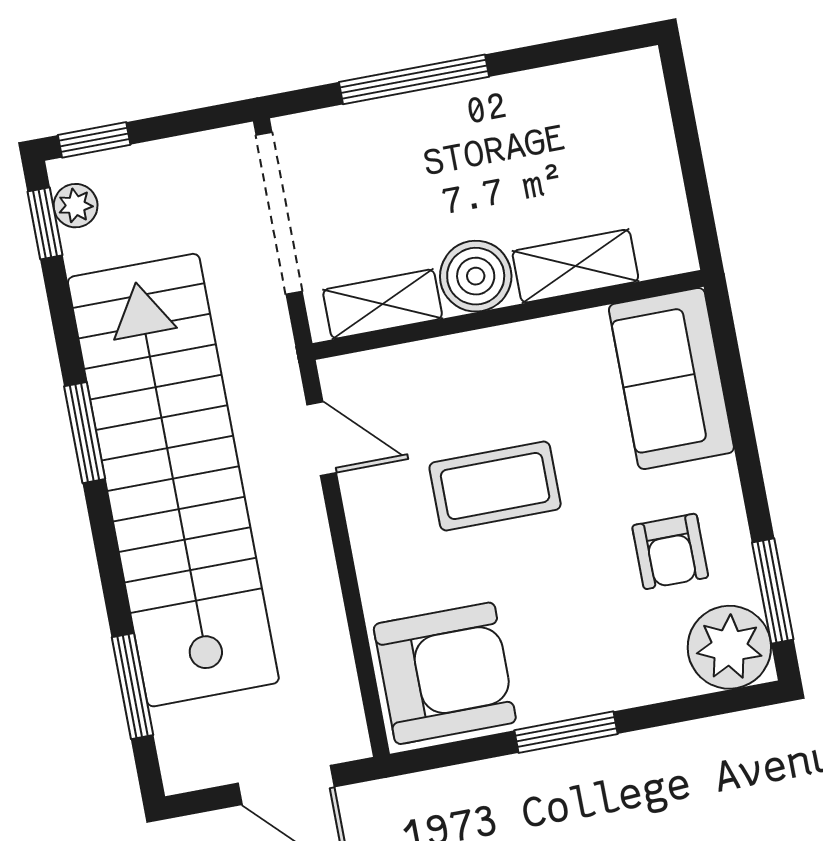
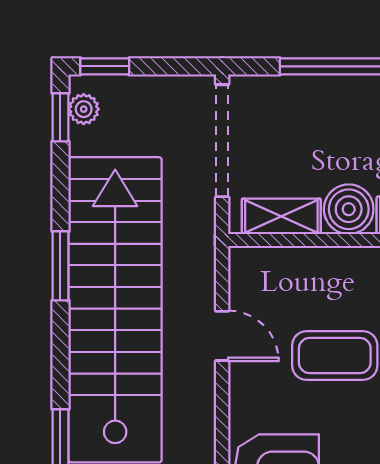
door: (322, 439) -> (222, 336), moved

